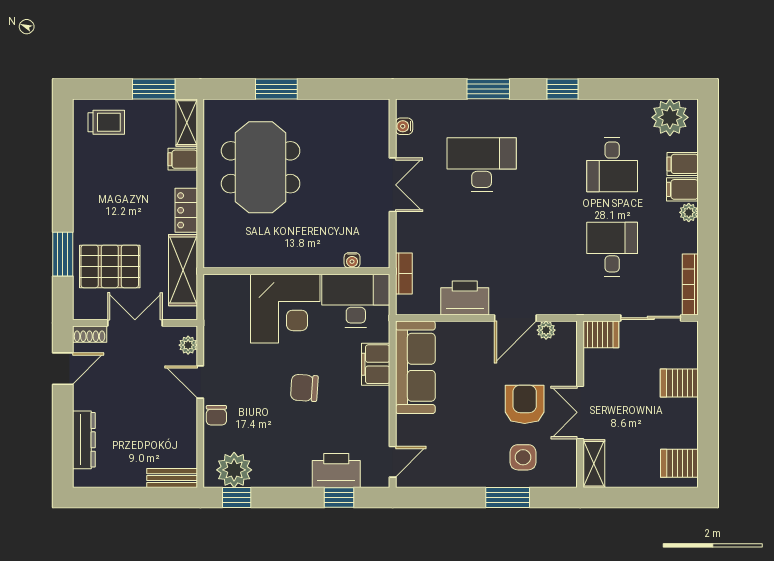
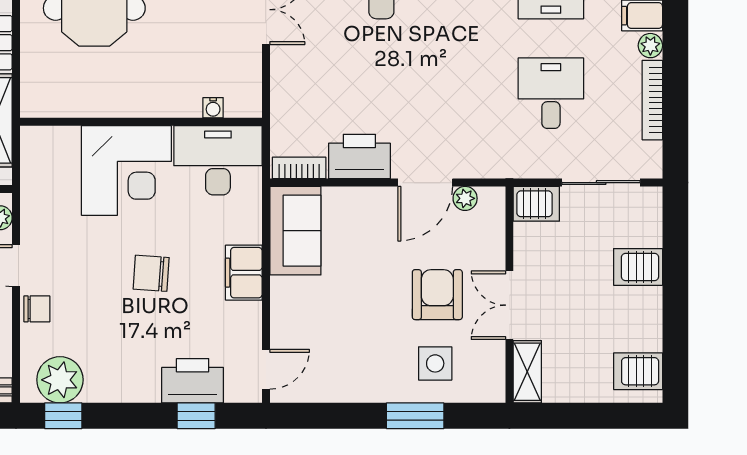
bookcase: (404, 273) -> (299, 168), moved, turned -90
bookcase: (690, 284) -> (652, 100), moved
filing cabinet: (376, 364) -> (244, 273), moved
sofa: (415, 367) -> (295, 231), width x0.73
chair: (216, 415) -> (37, 309), turned -90

